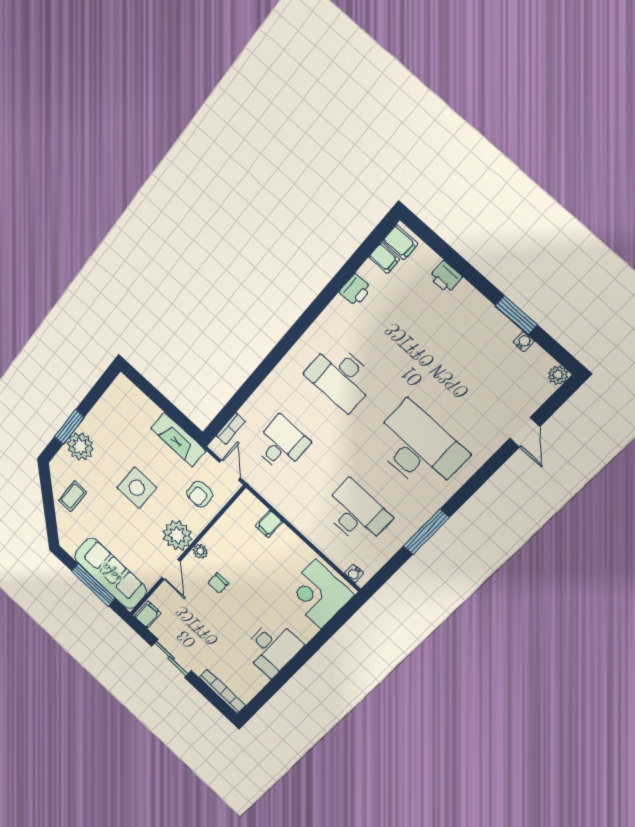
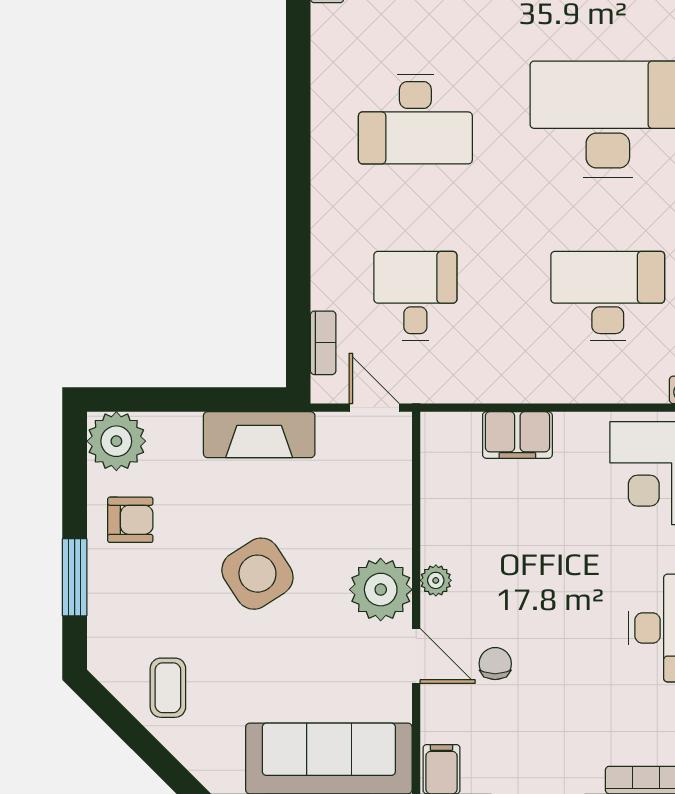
plant: (80, 446) -> (116, 441), moved
side table: (137, 488) -> (257, 574), turned -33
armchair: (200, 494) -> (130, 520), moved, turned -90
filing cabinet: (269, 524) -> (517, 435), width x2.00
chair: (218, 583) -> (495, 664), moved, turned 180

